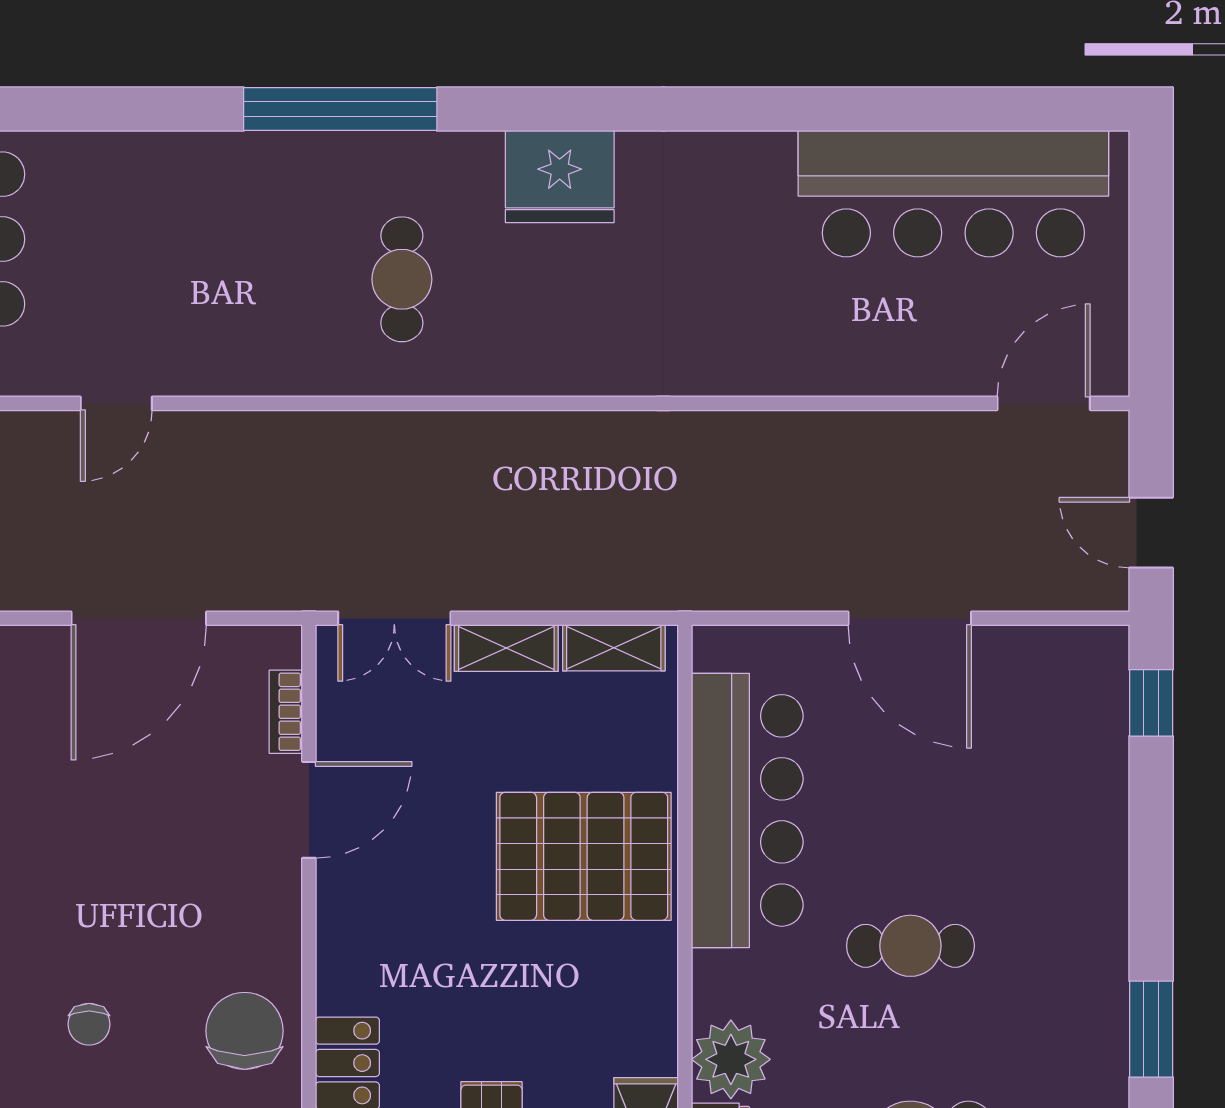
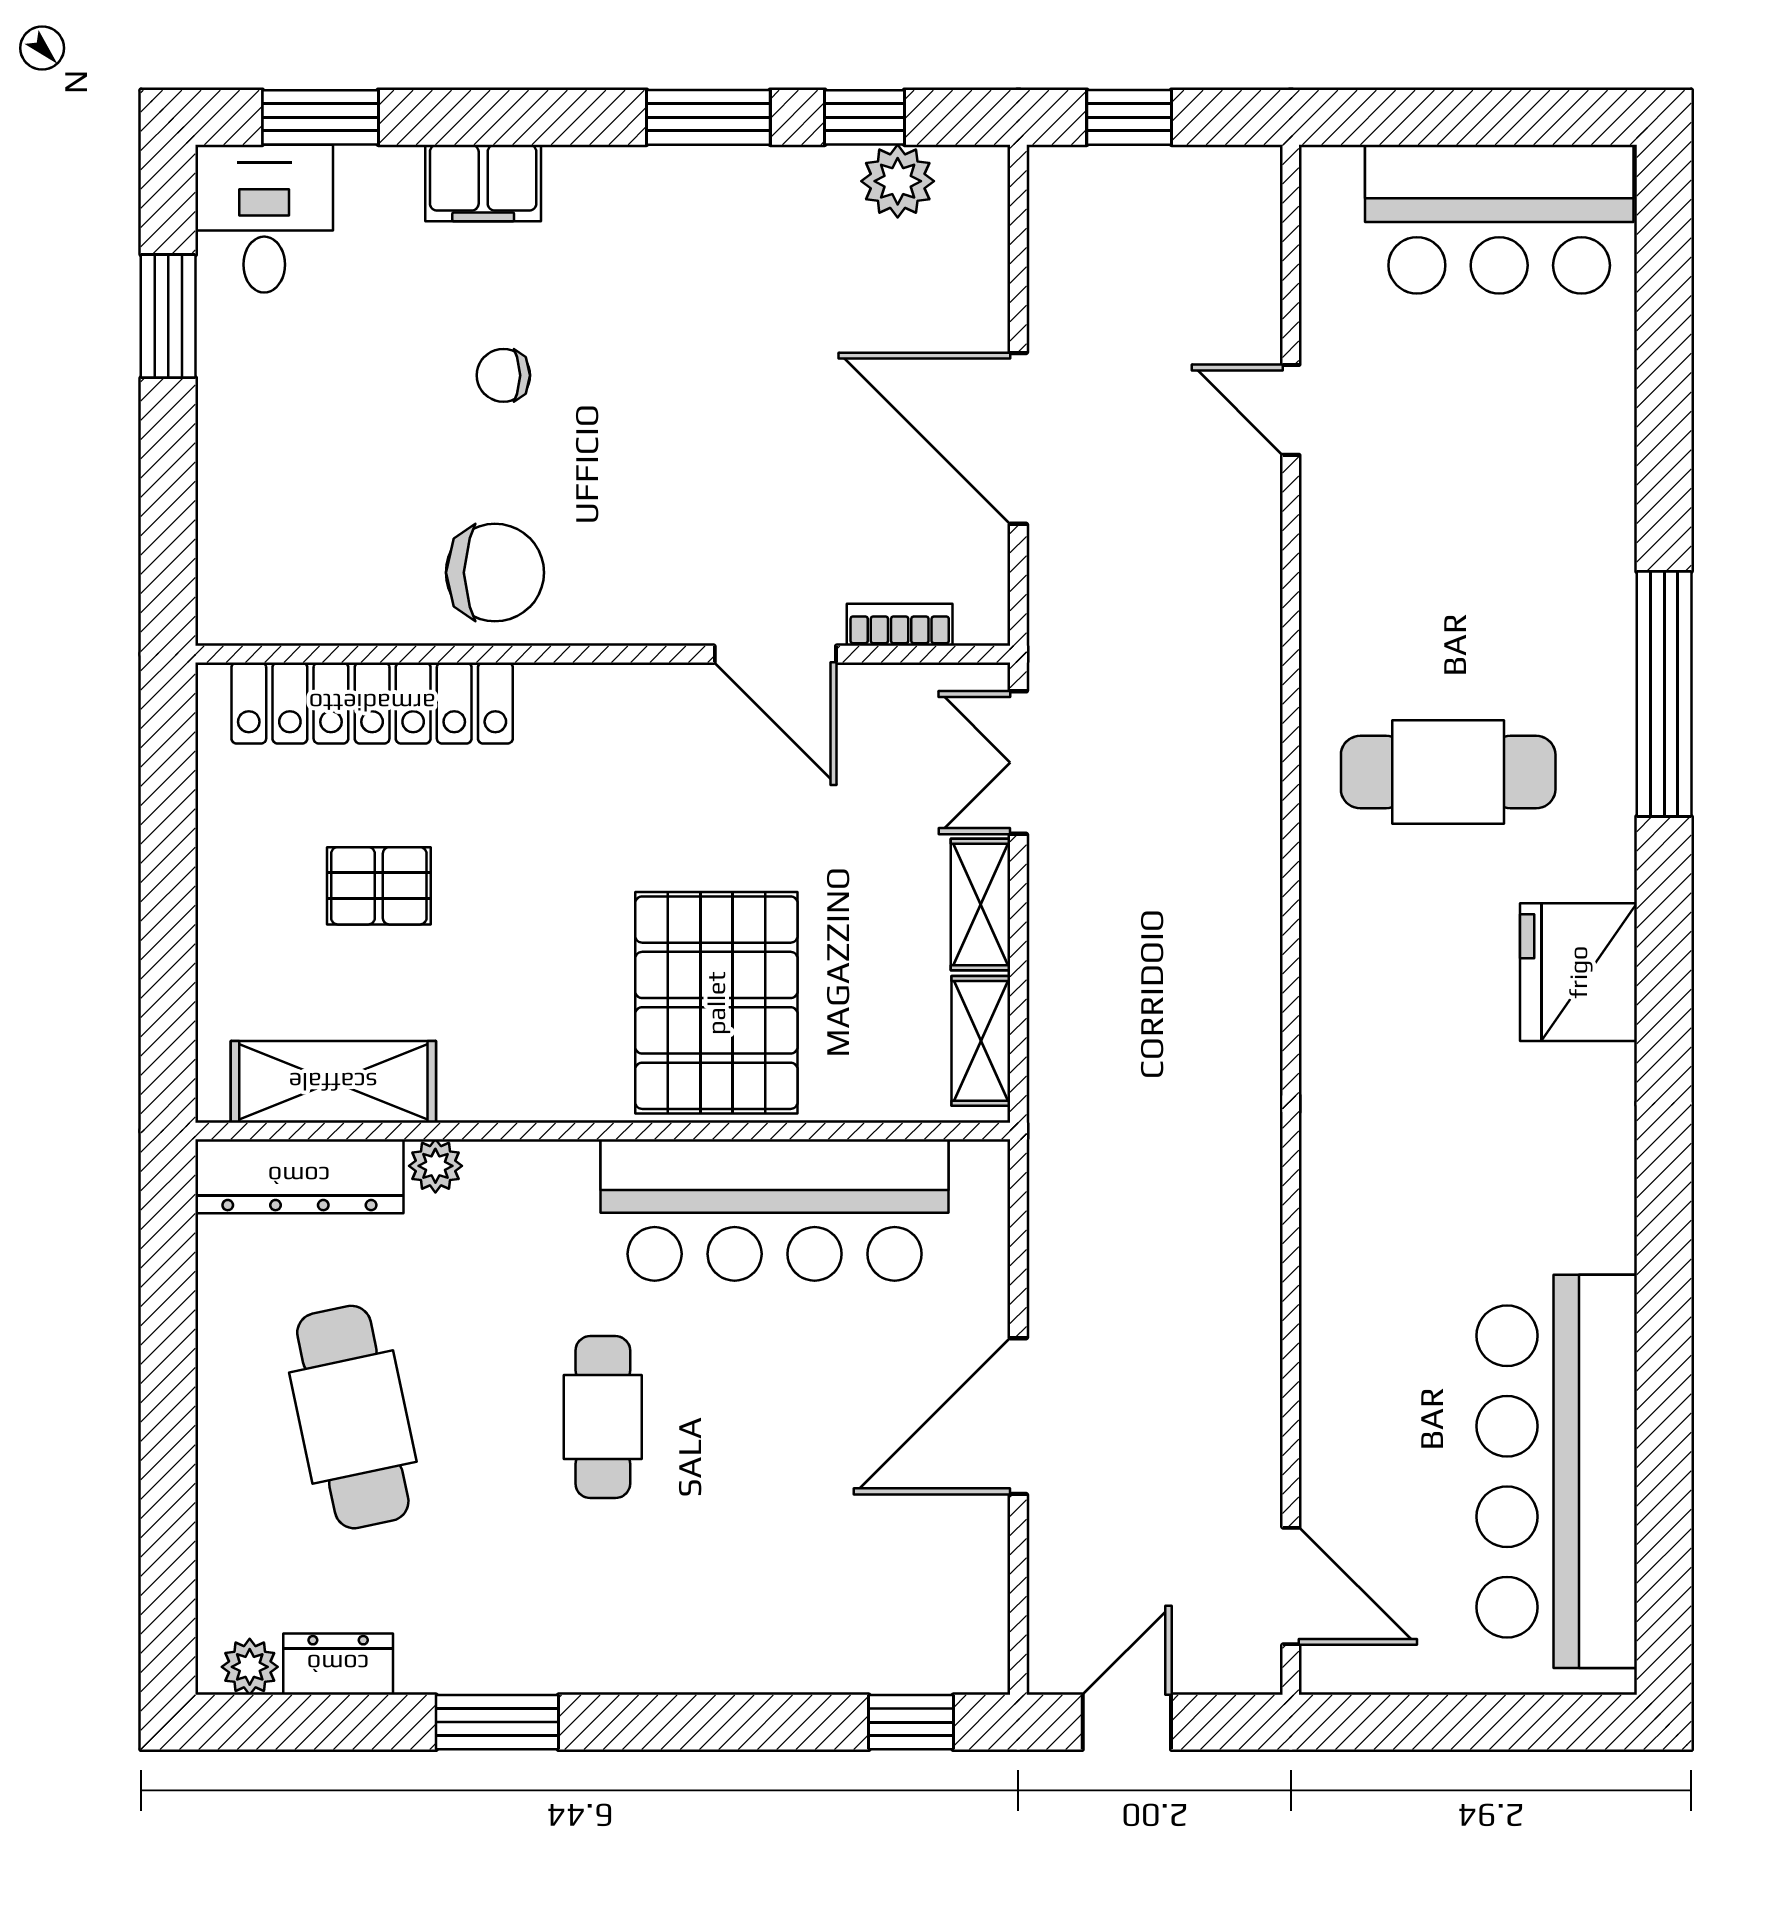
cafe table: (402, 279) -> (1448, 772), width x1.37, depth x1.35
plant: (731, 1059) -> (435, 1166), width x0.53, depth x0.53

